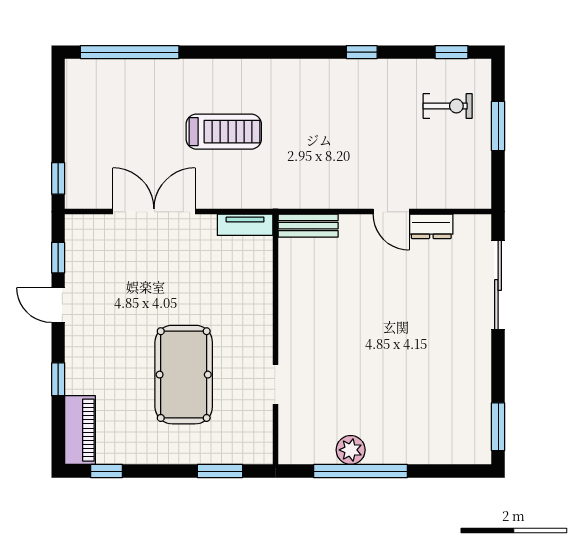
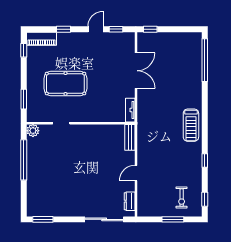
treadmill: (224, 132) -> (191, 125), moved
dresser: (431, 226) -> (130, 201), moved
plant: (351, 450) -> (33, 131), moved

